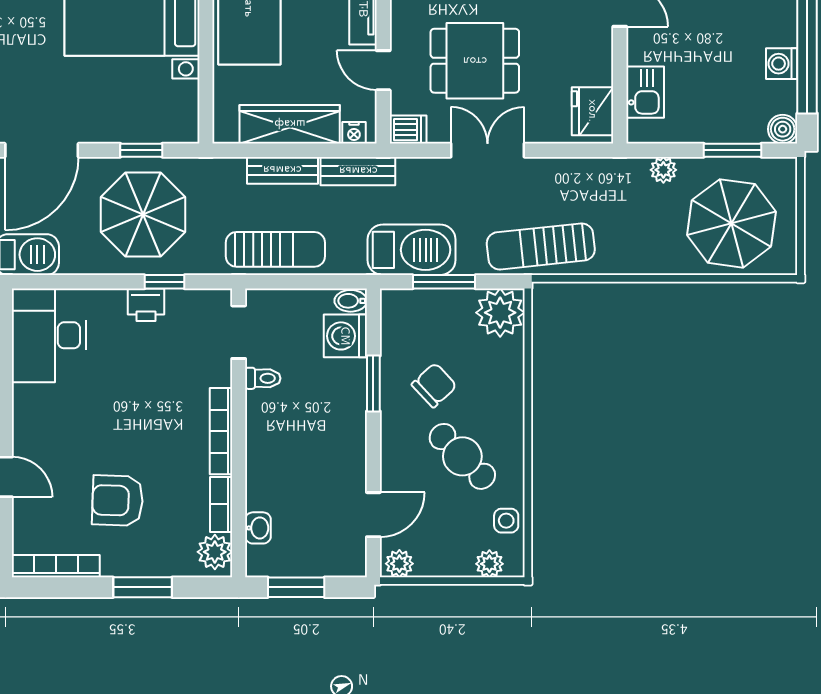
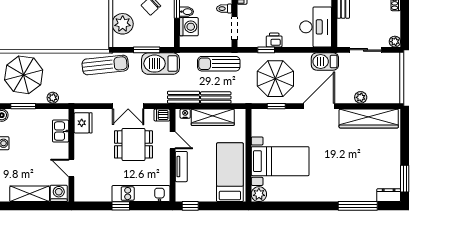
bidet: (351, 301) -> (187, 12), moved
plant: (500, 313) -> (123, 24), moved

